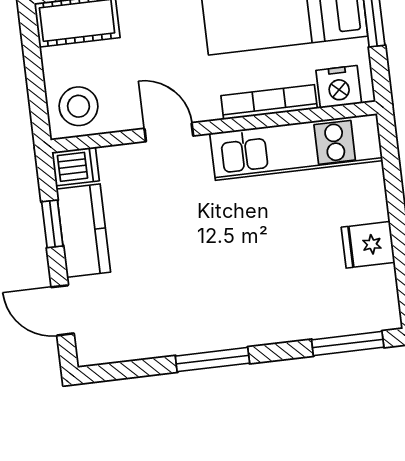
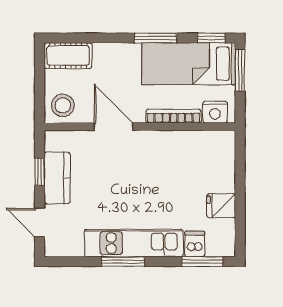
door: (169, 132) -> (113, 127), width x1.37
kitchen unit: (296, 147) -> (134, 243), moved, turned 180
dishwasher: (76, 166) -> (195, 244), moved, turned -90

